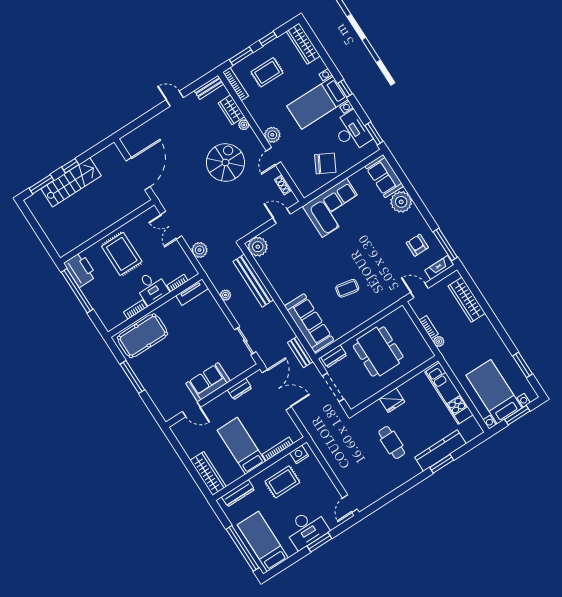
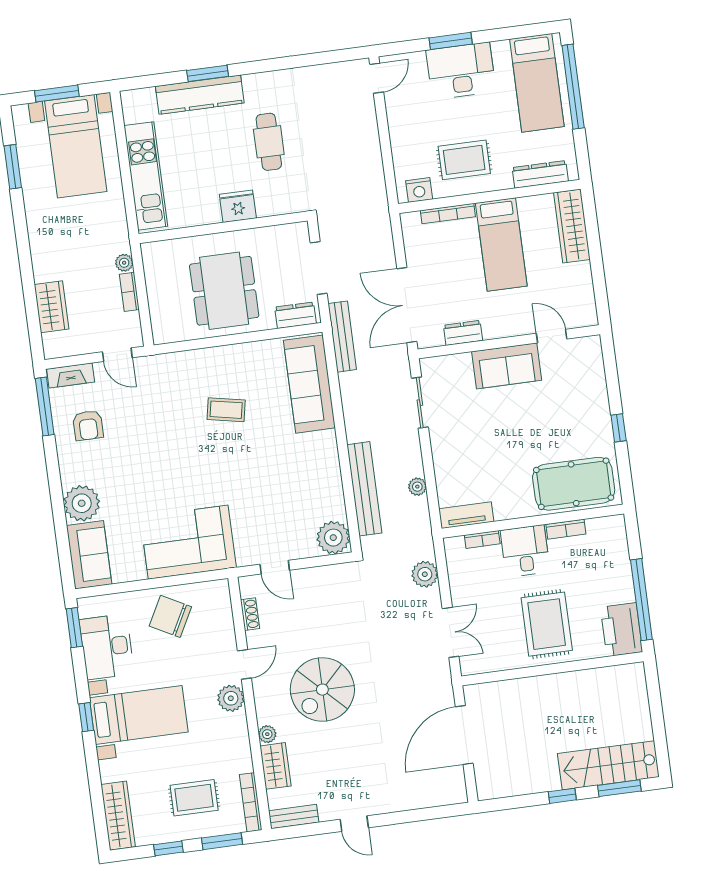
stairs: (71, 182) -> (608, 765), moved
wardrobe: (467, 300) -> (52, 307), width x0.67
bench: (300, 352) -> (342, 337), width x1.36
window: (132, 377) -> (619, 428), width x0.46

